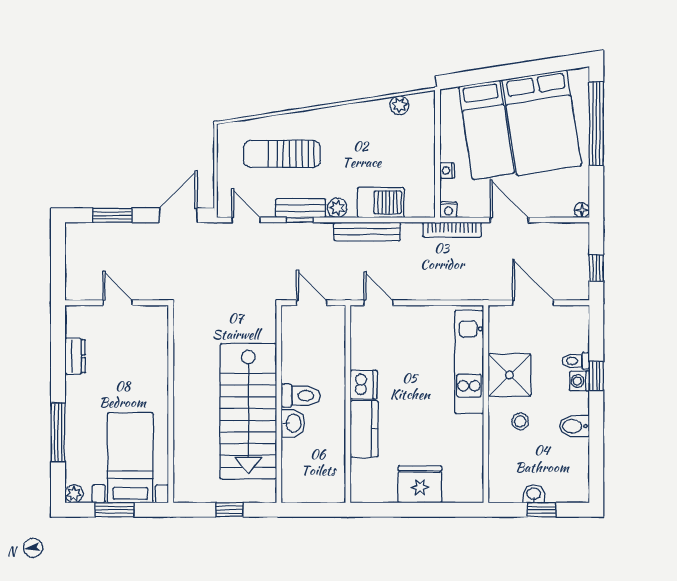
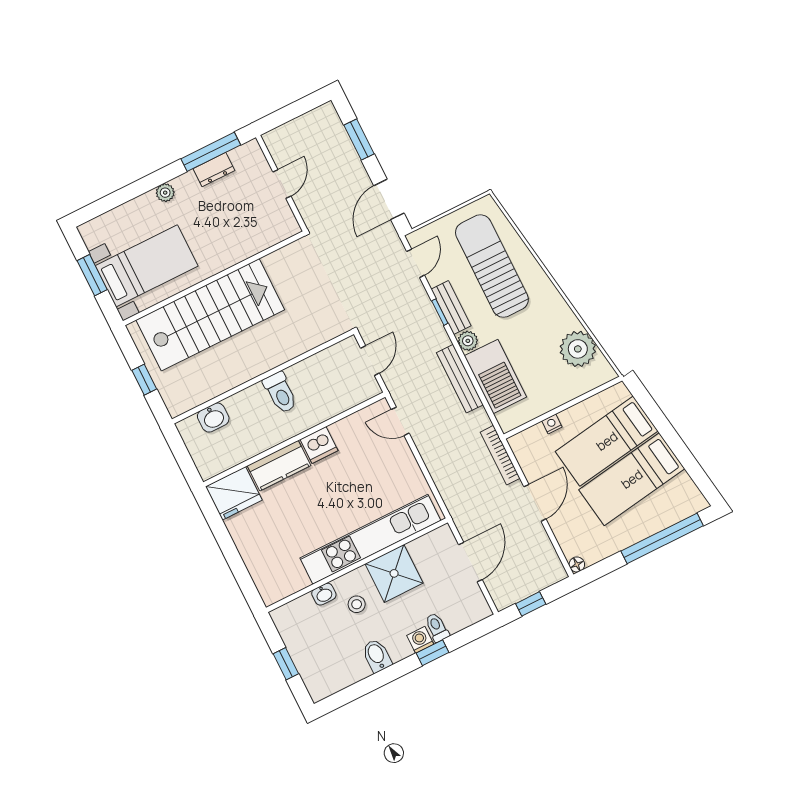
plant: (399, 105) -> (578, 349), width x1.87, depth x1.87
bed: (542, 123) -> (632, 479), width x0.67
sun lounger: (282, 154) -> (492, 266), width x1.36, depth x1.34
barbecue: (381, 202) -> (495, 376), width x1.37, depth x1.21
nightstand: (448, 210) -> (517, 443), removed
door: (178, 215) -> (389, 199), swing flipped
door: (378, 303) -> (400, 421), swing flipped
kitchen unit: (469, 362) -> (370, 539), width x1.36
stairs: (248, 411) -> (210, 315), moved, turned 180
washbasin: (293, 423) -> (213, 418), moved
window: (58, 432) -> (211, 152), moved
fridge: (420, 484) -> (234, 493), moved, turned 90
plant: (74, 494) -> (165, 193), moved
washbasin: (534, 494) -> (324, 594), moved, turned 90

